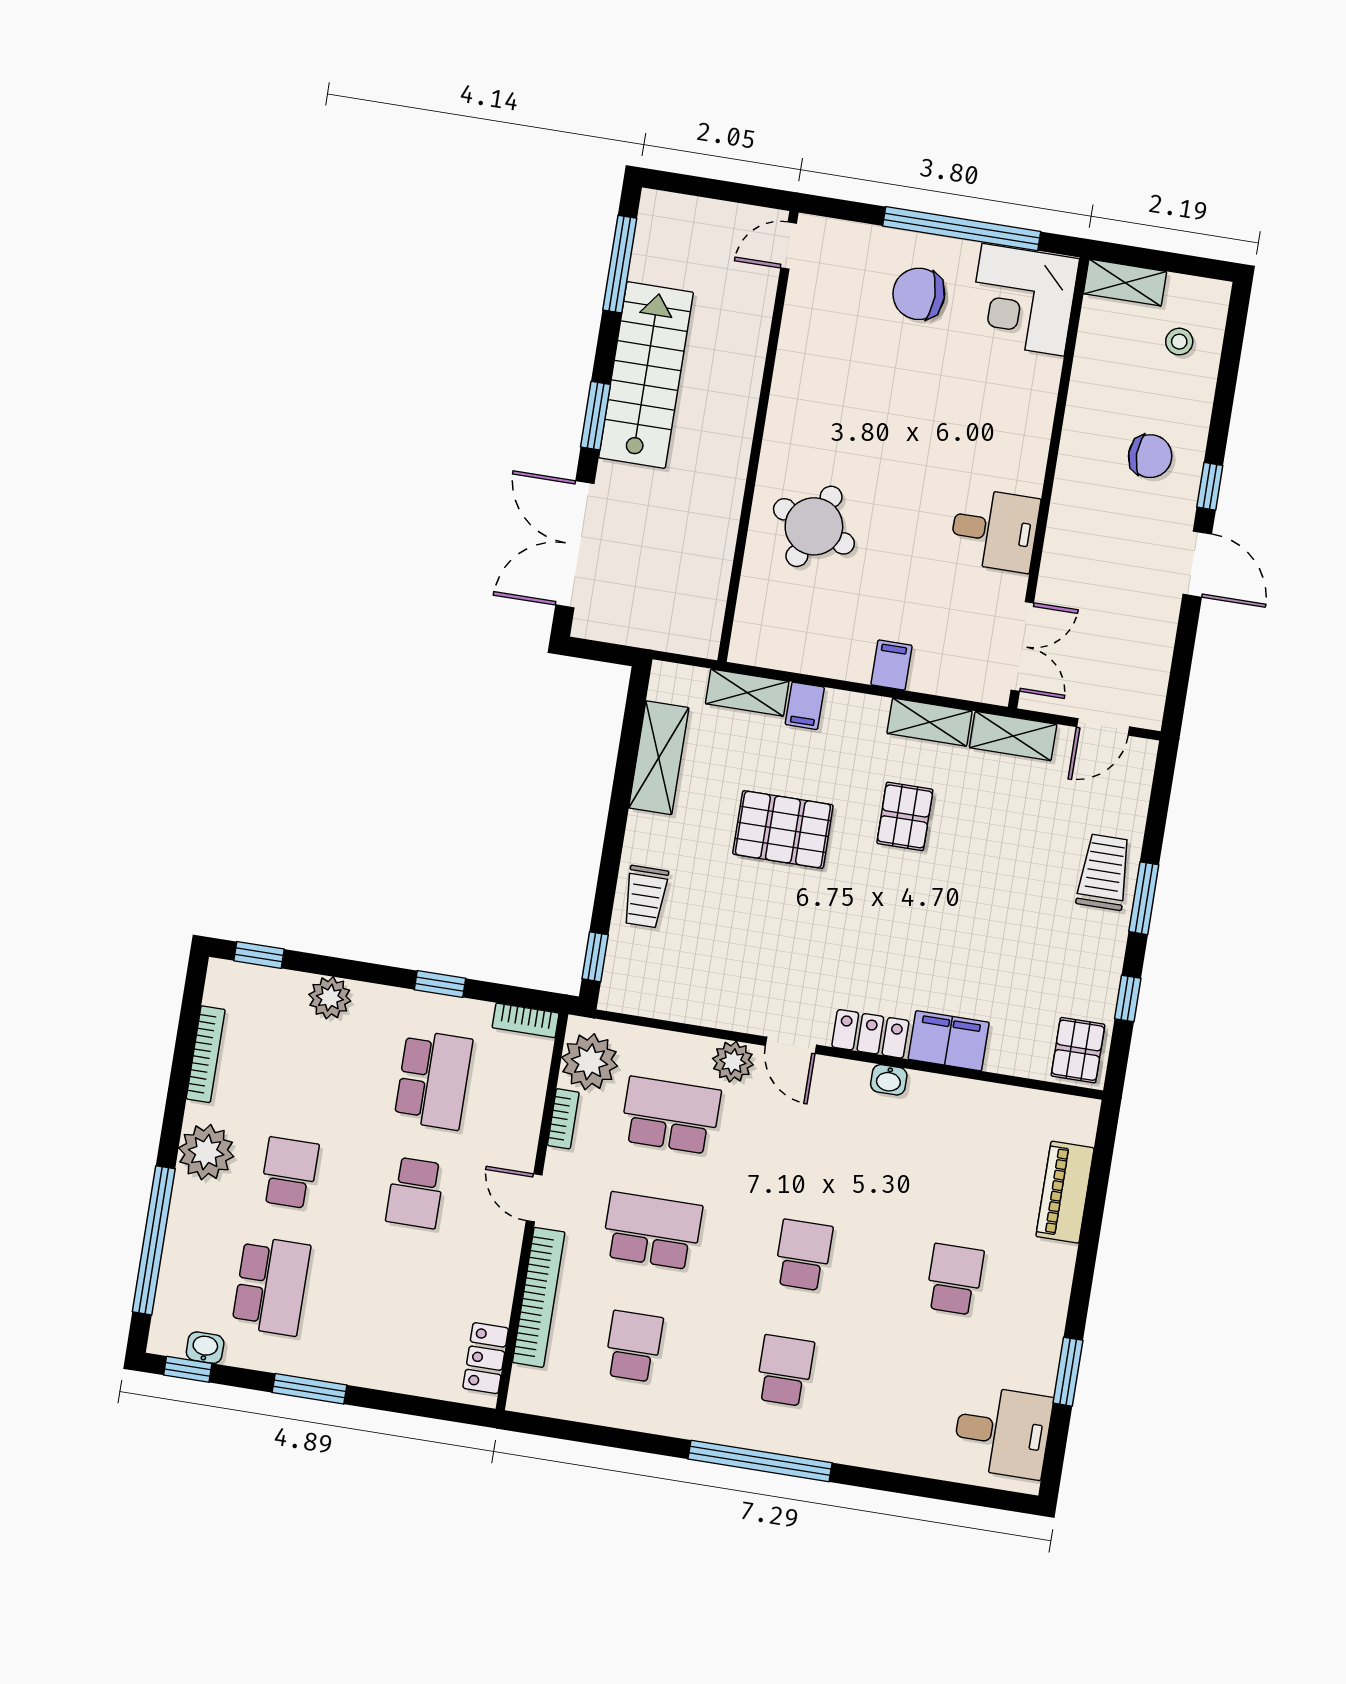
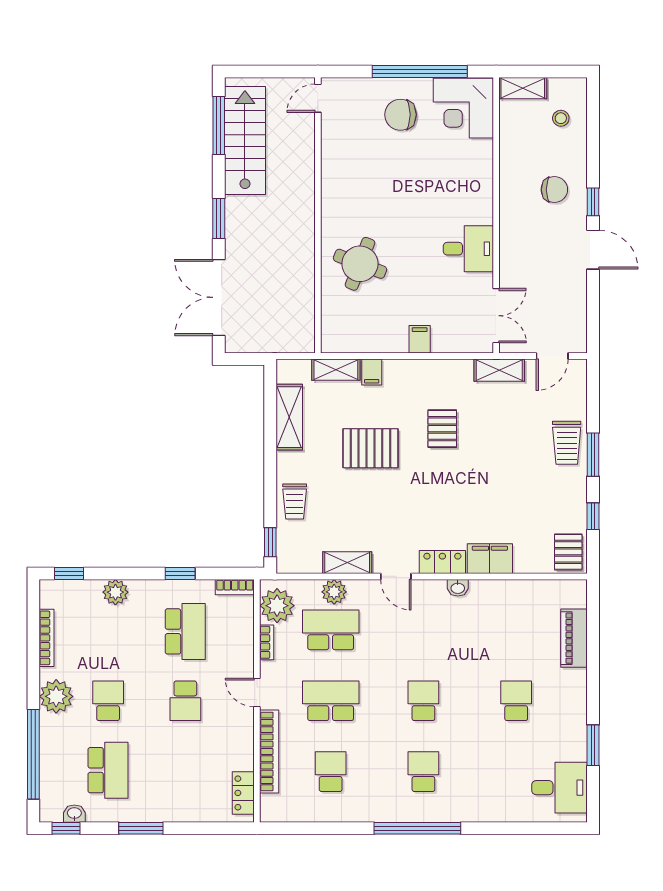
stairs: (646, 375) -> (245, 140), moved
shelving: (930, 722) -> (347, 563), moved
trolley: (1104, 872) -> (567, 443), turned 180
plant: (733, 1062) -> (334, 592), moved

